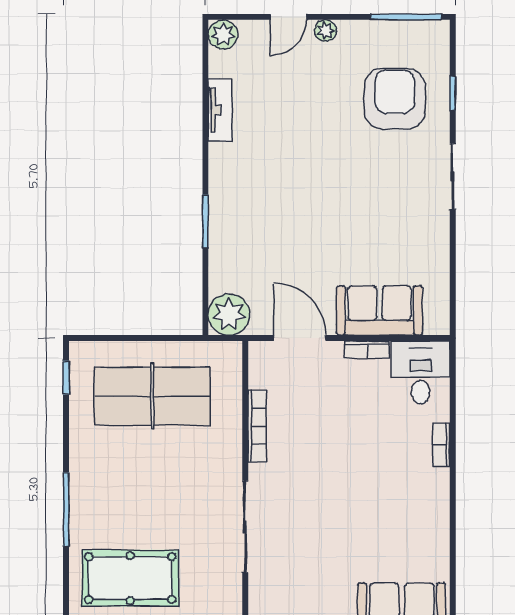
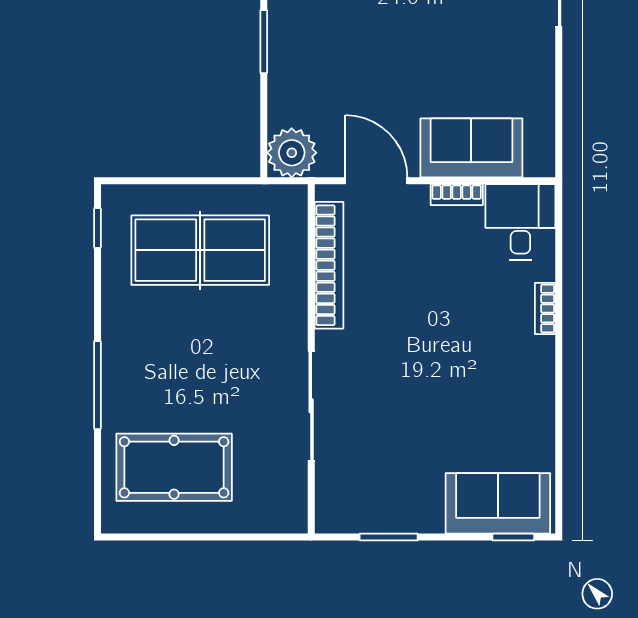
bookcase: (257, 426) -> (329, 265), width x1.48, depth x1.31

